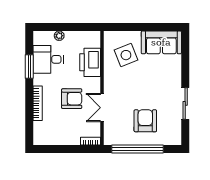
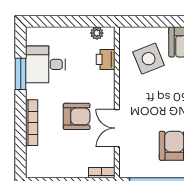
plant: (59, 36) -> (97, 33), moved
printer: (90, 62) -> (106, 59), width x0.53, depth x0.68

